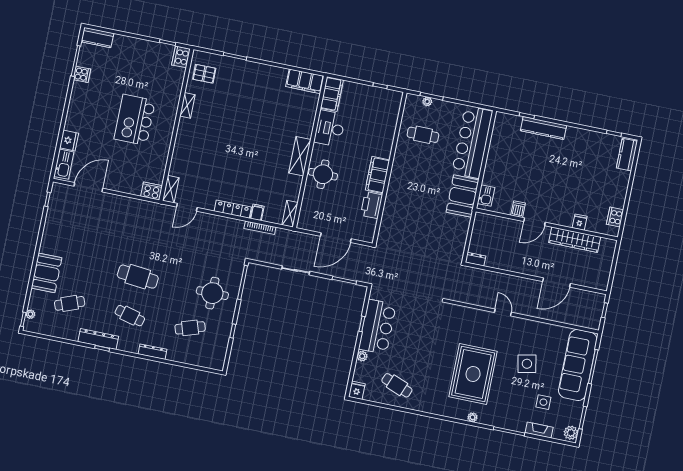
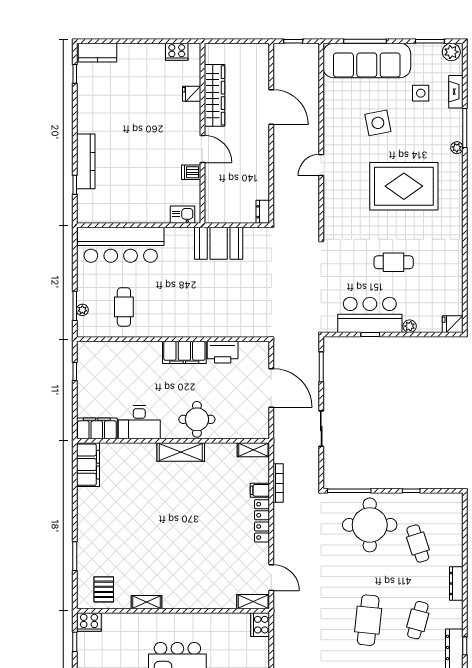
booth: (463, 196) -> (219, 243), moved
round table: (212, 293) -> (370, 525), width x1.36, depth x1.36
cafe table: (397, 385) -> (394, 262), moved, turned 69
plant: (473, 417) -> (457, 148), moved

